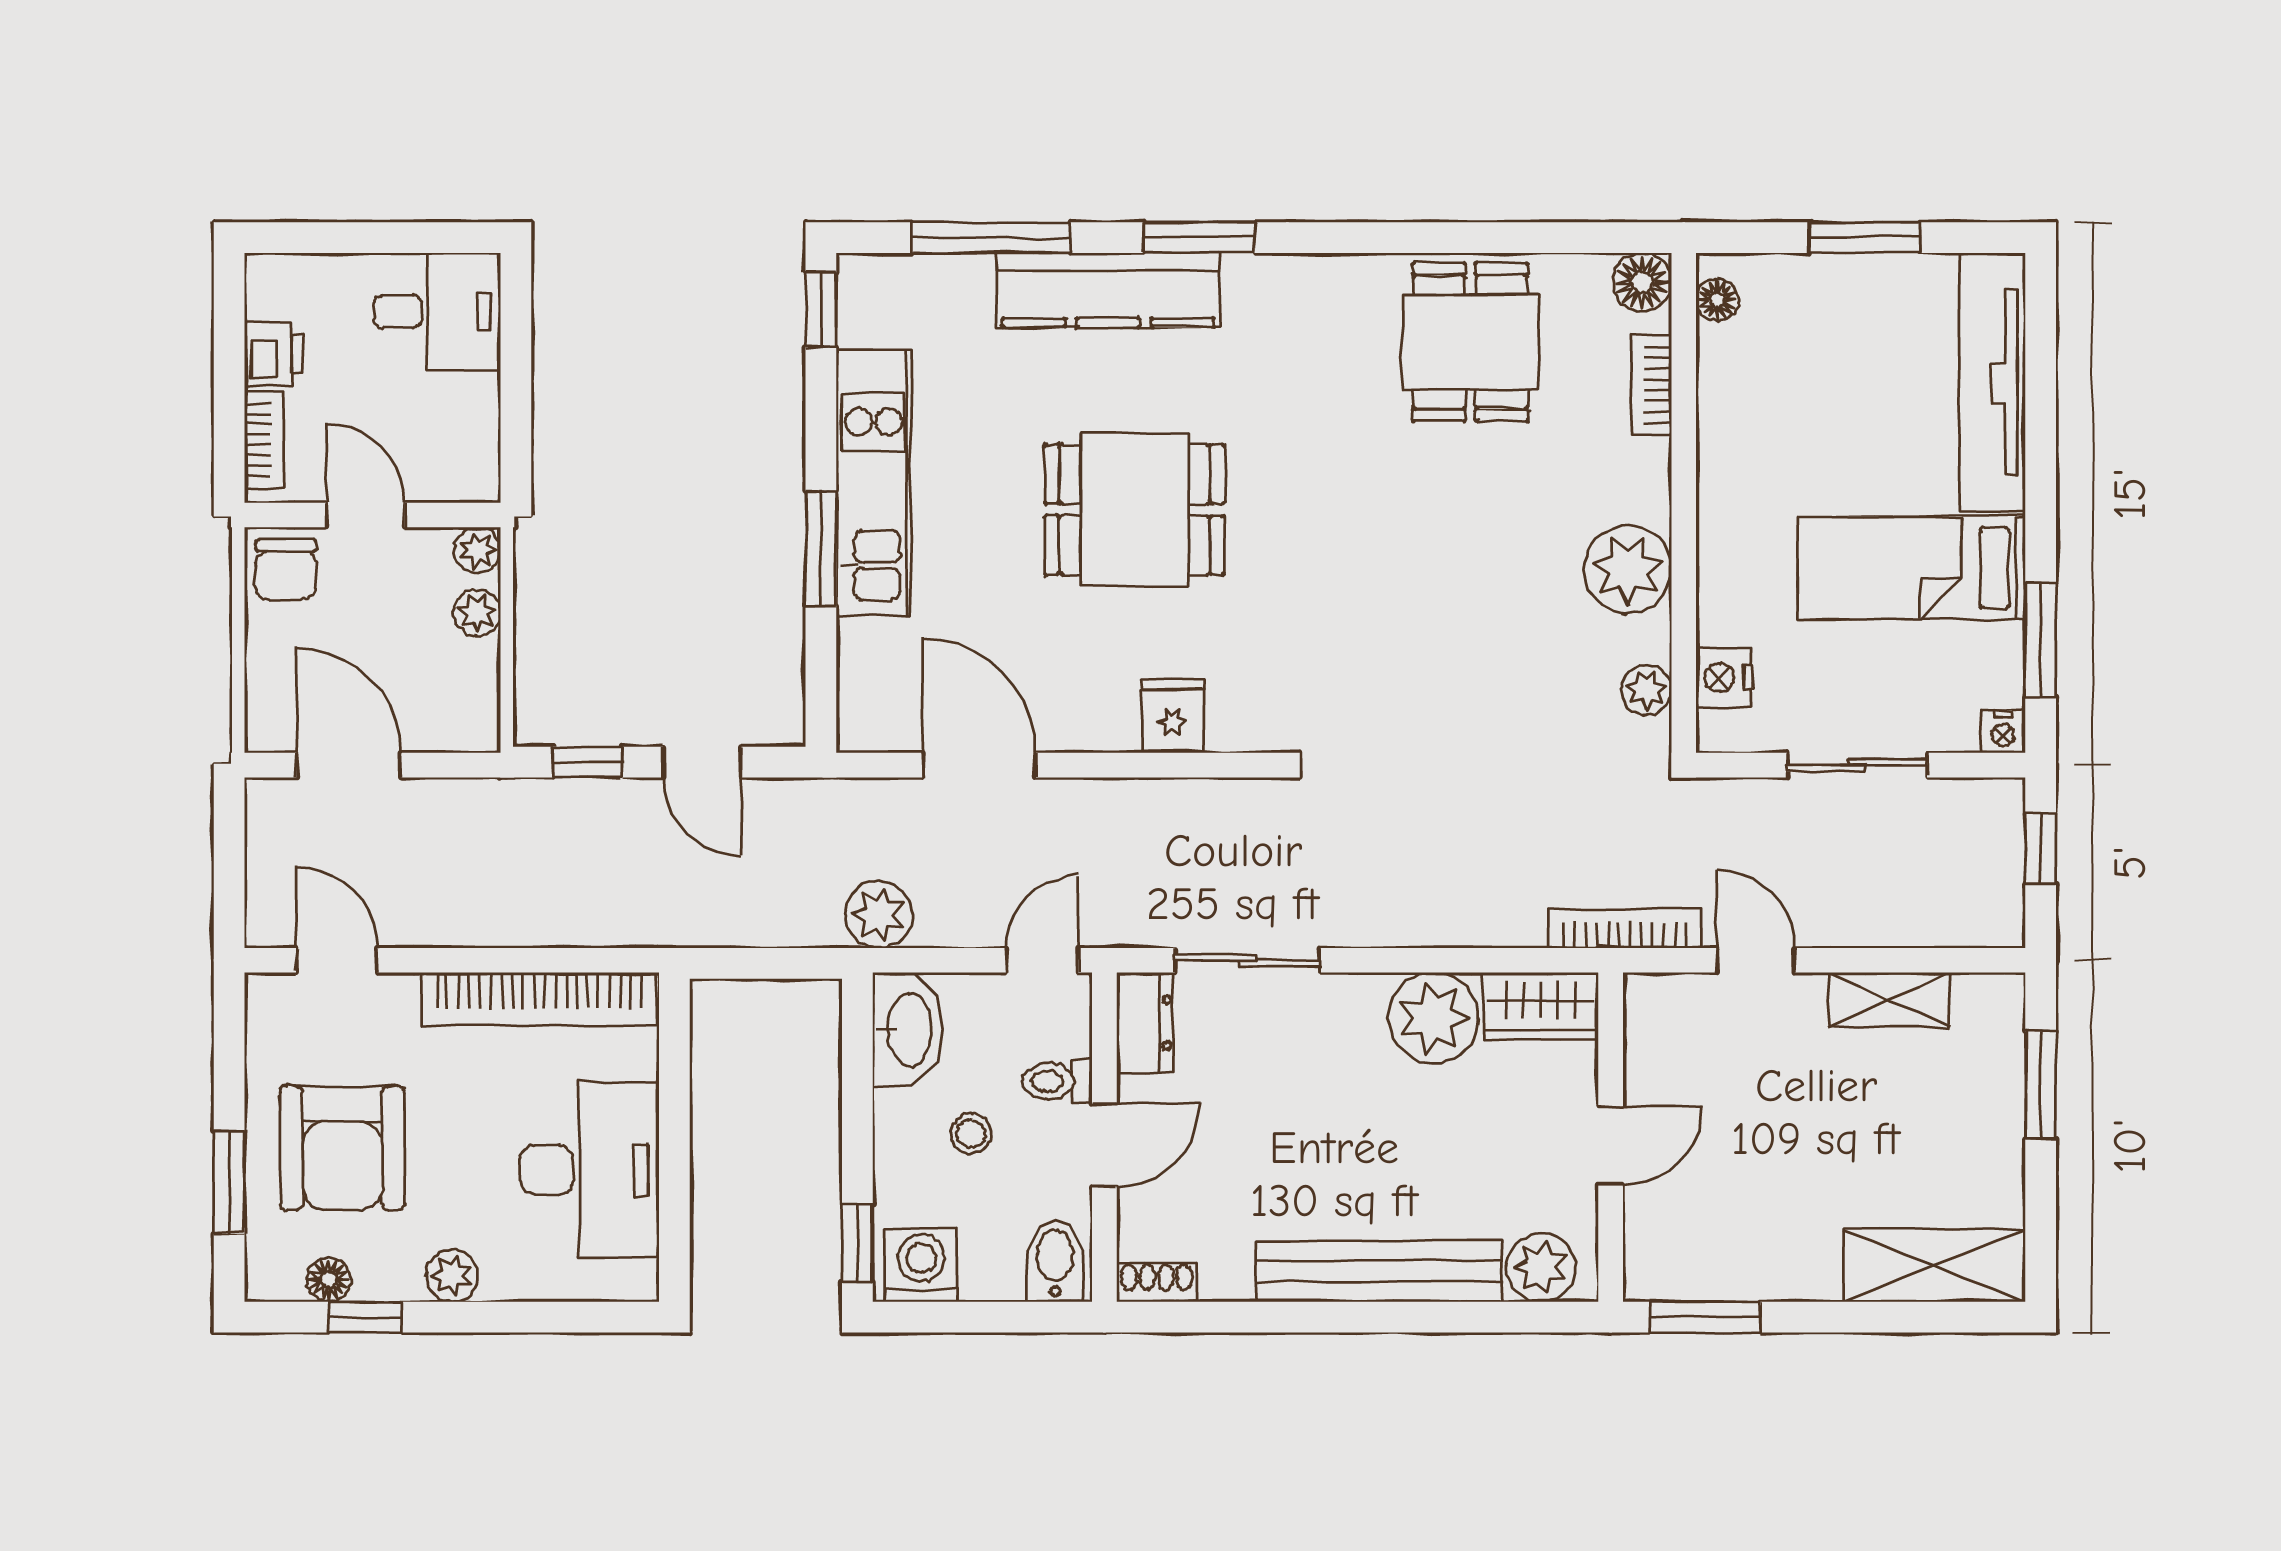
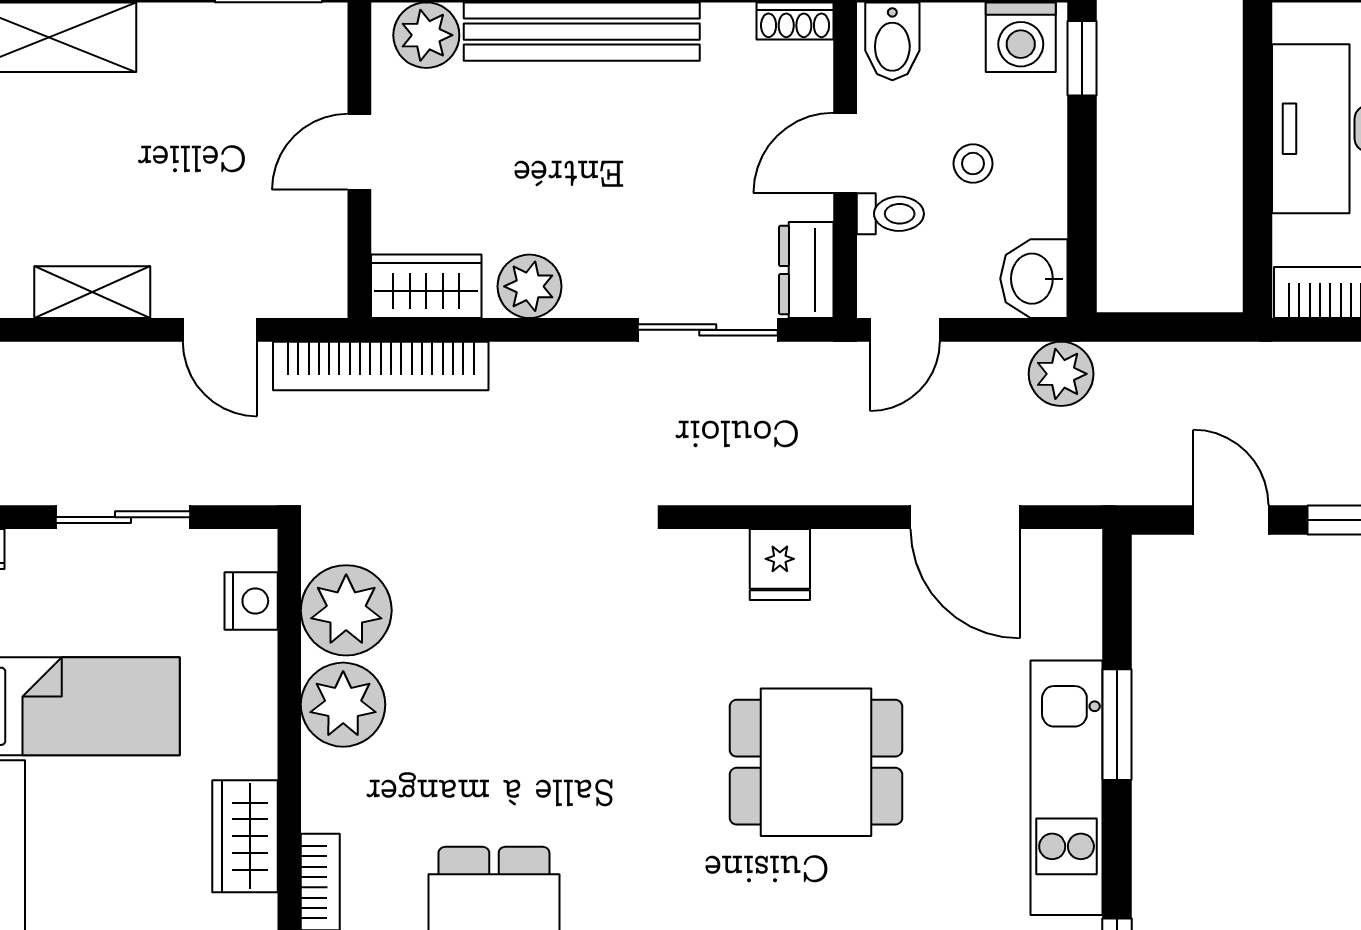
wardrobe: (1730, 432) -> (245, 836), added
plant: (1646, 690) -> (346, 610), width x1.88, depth x1.88
bookcase: (1625, 929) -> (381, 366), width x1.48, depth x1.31
plant: (1433, 1018) -> (529, 286), width x0.73, depth x0.73
washbasin: (907, 1030) -> (1034, 279), width x0.72

